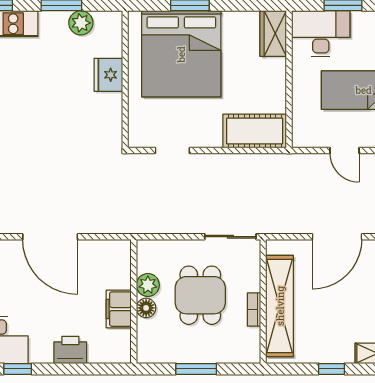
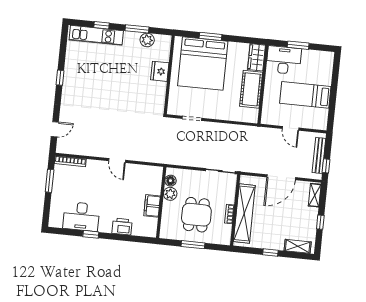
cot: (255, 131) -> (251, 89), moved, turned 90
door: (50, 237) -> (117, 161), width x0.53
dining table: (200, 295) -> (196, 215), moved
floor lamp: (146, 308) -> (170, 181), moved

